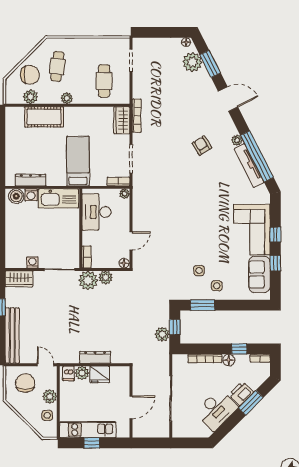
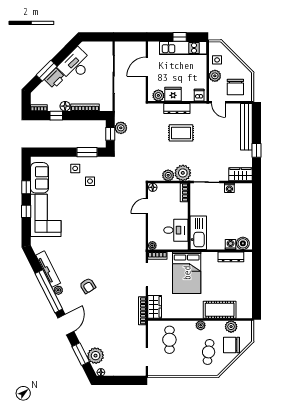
door: (228, 99) -> (66, 325), swing flipped
window: (257, 156) -> (49, 291), moved
bed: (78, 161) -> (187, 273), width x1.50
kitchen sink: (58, 198) -> (198, 233), moved, turned 90
desk: (96, 212) -> (176, 230), width x0.73
rug: (90, 328) -> (181, 133), added
plant: (82, 373) -> (158, 95), moved

